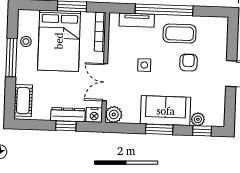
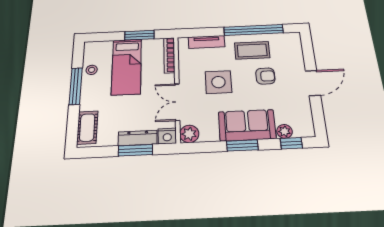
window: (164, 10) -> (254, 30), moved
bed: (59, 41) -> (127, 67), width x0.67
armchair: (188, 63) -> (265, 76), turned 90
side table: (144, 65) -> (218, 82), width x1.87, depth x1.87
window: (66, 126) -> (135, 150), width x1.50

